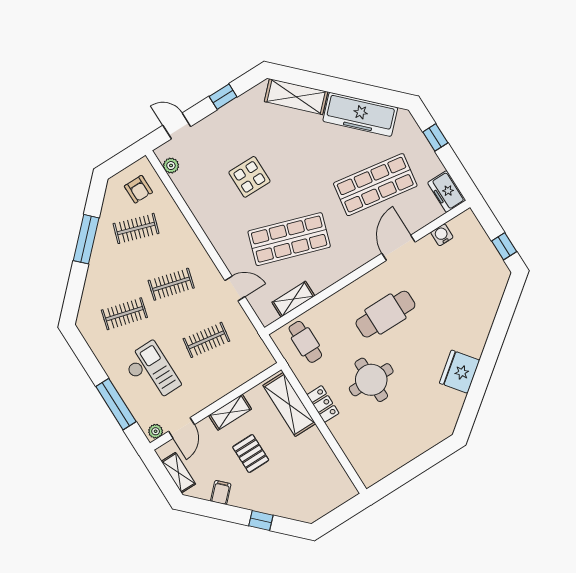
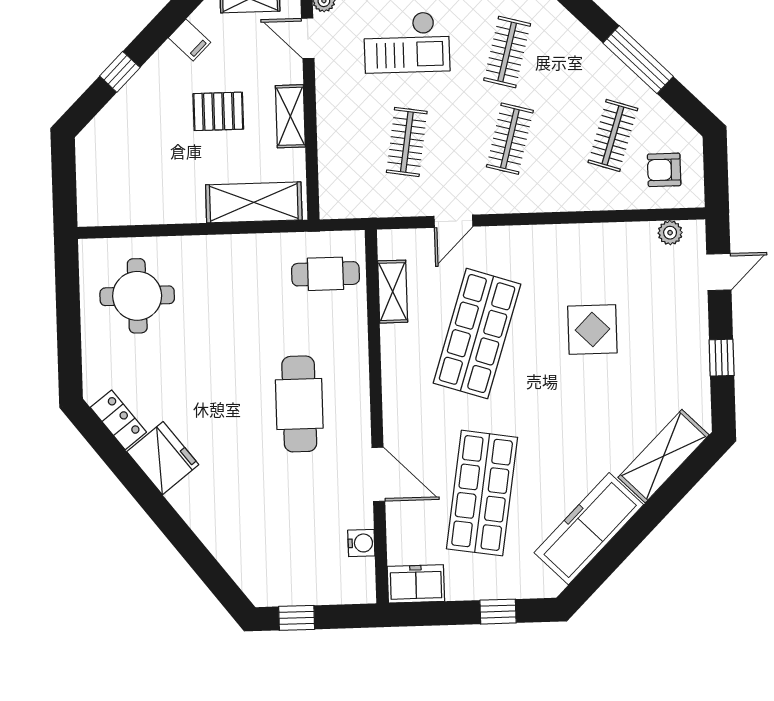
round table: (371, 380) -> (137, 296), moved
locker: (323, 404) -> (118, 420), moved, turned -128

